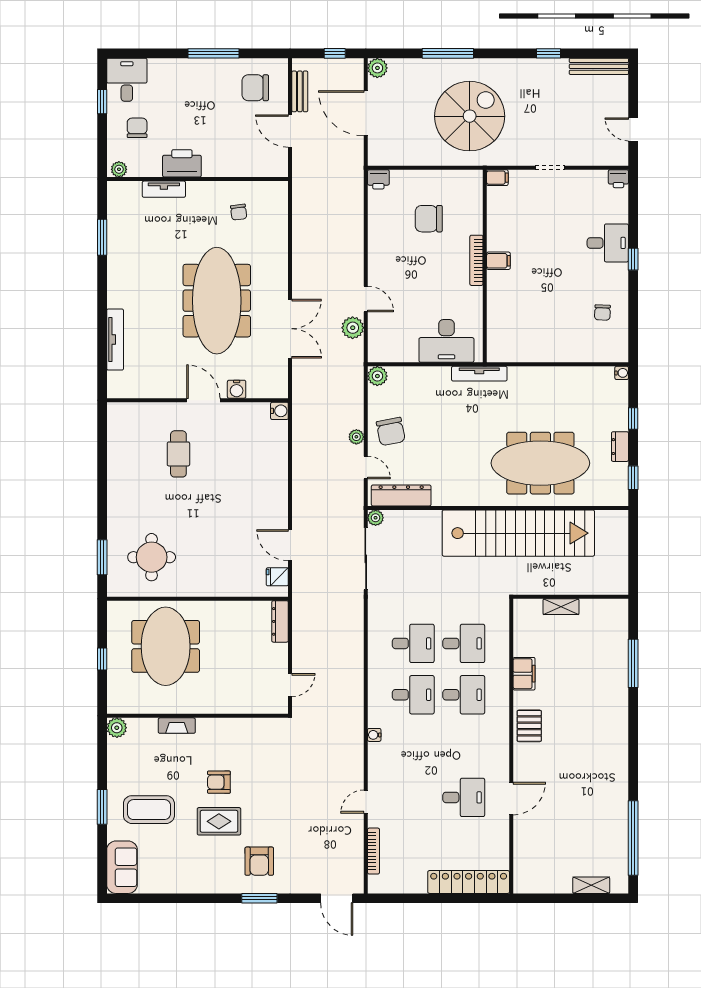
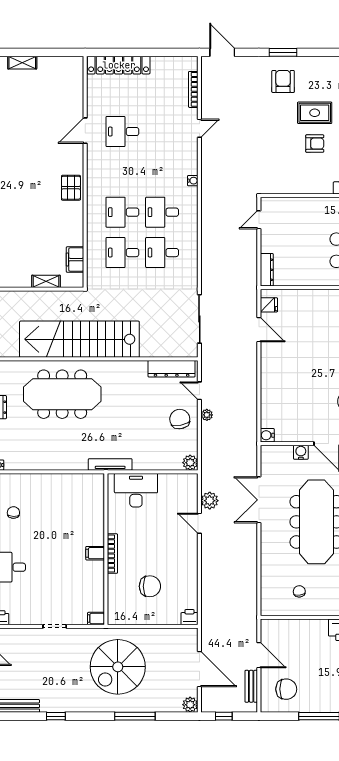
plant: (376, 518) -> (192, 351), removed
filing cabinet: (524, 674) -> (75, 260), moved

